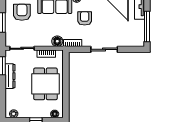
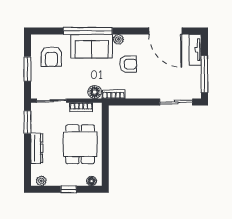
armchair: (22, 12) -> (51, 57), turned 180
armchair: (85, 18) -> (128, 64), turned 90
sliding door: (104, 49) -> (176, 102), moved
dresser: (10, 76) -> (37, 148), moved

